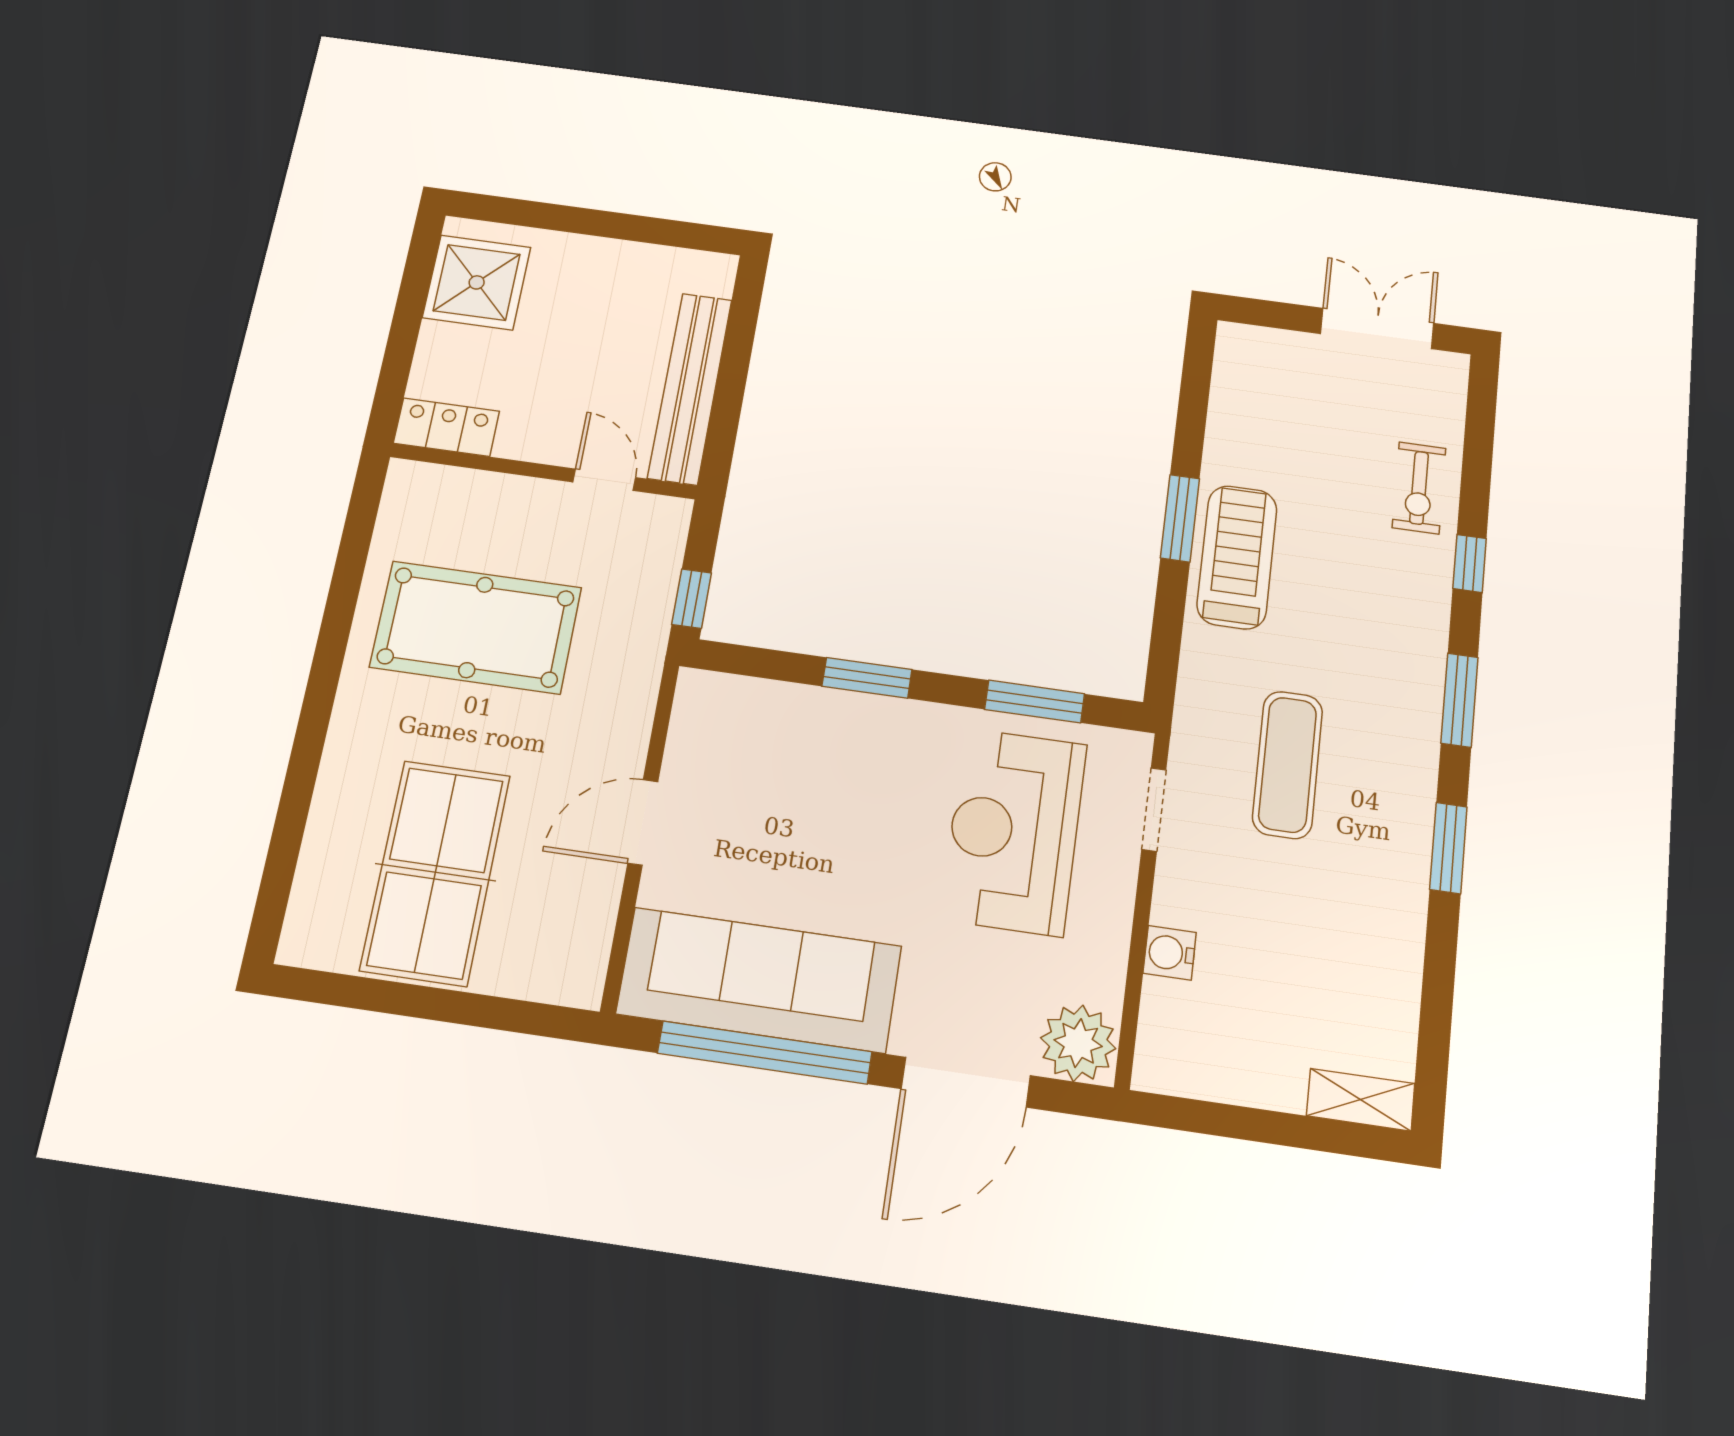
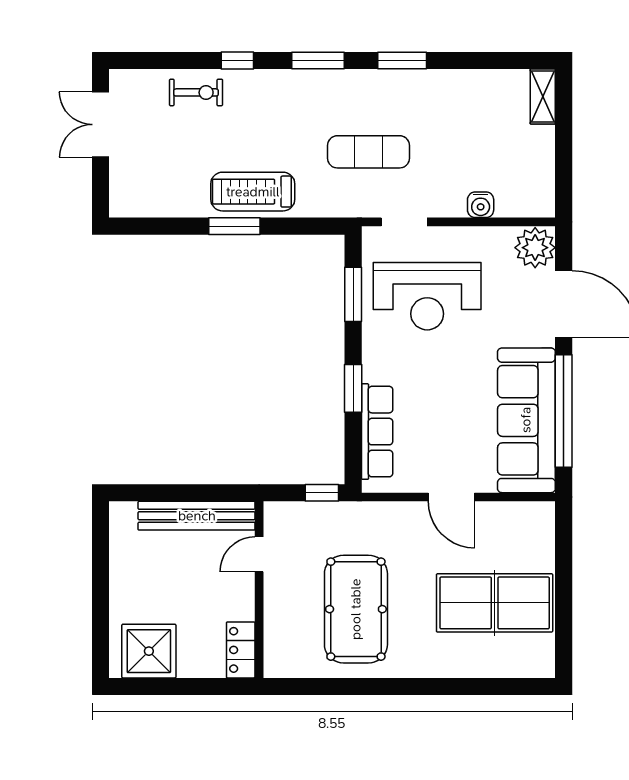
row of seats: (783, 708) -> (377, 432), added

